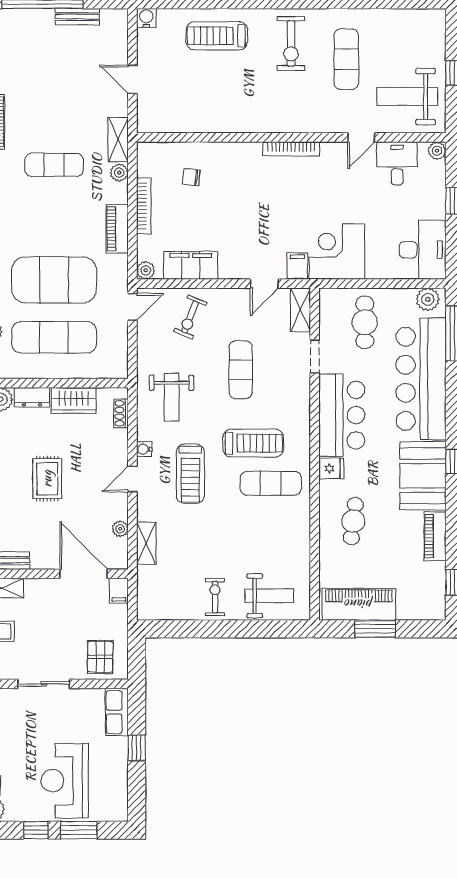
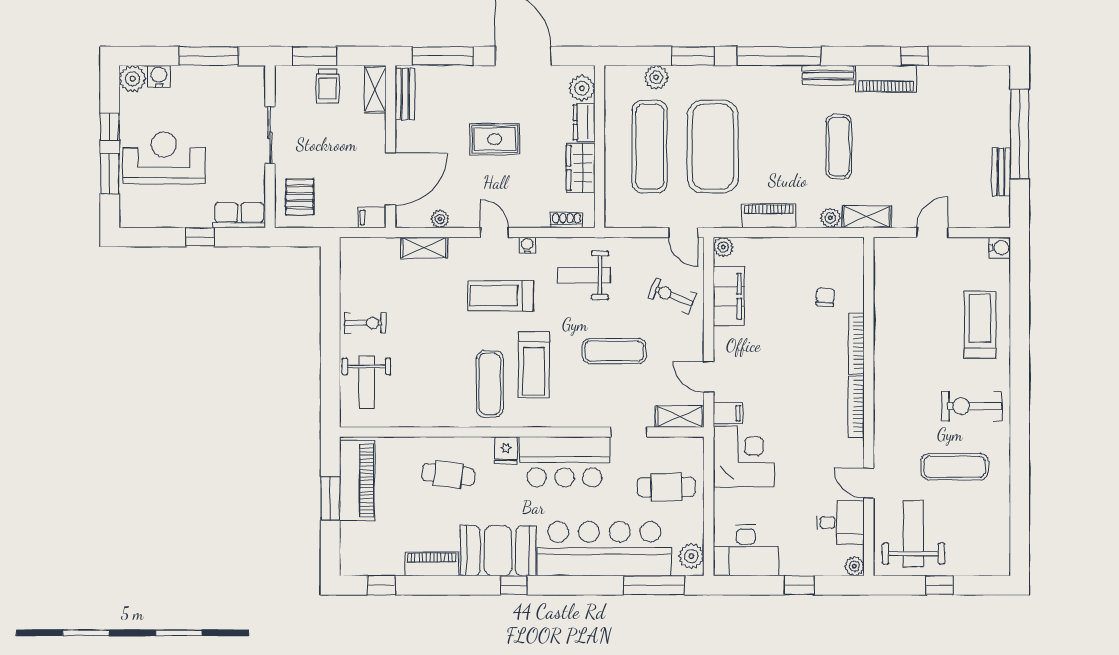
bookcase: (144, 206) -> (856, 343), moved, turned 90
pallet: (100, 657) -> (300, 197), turned 90

